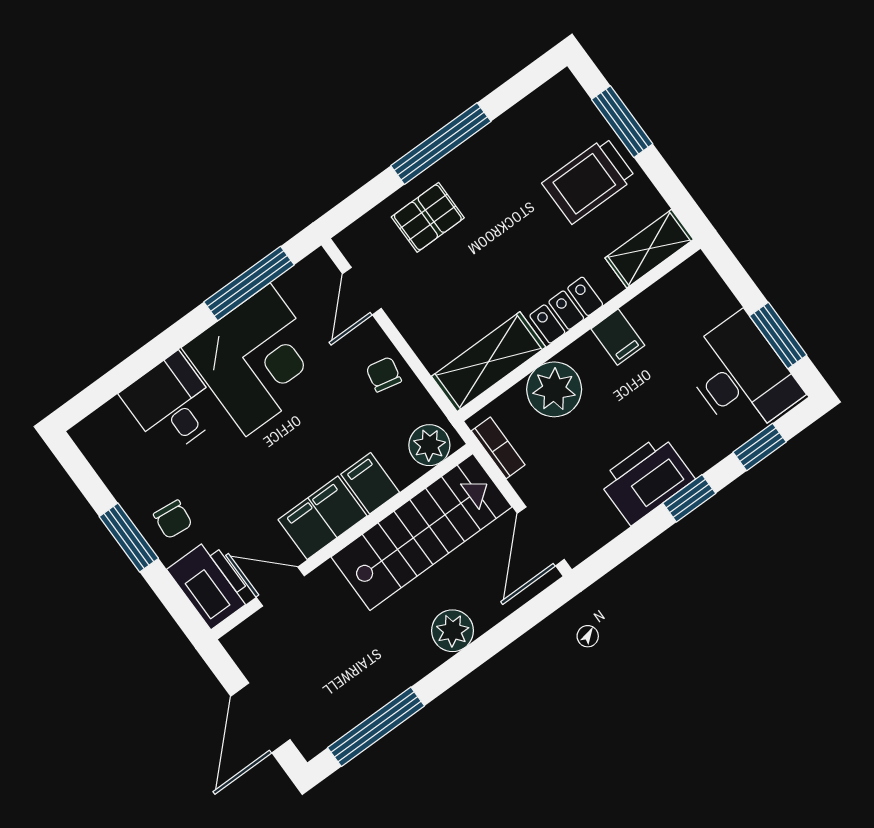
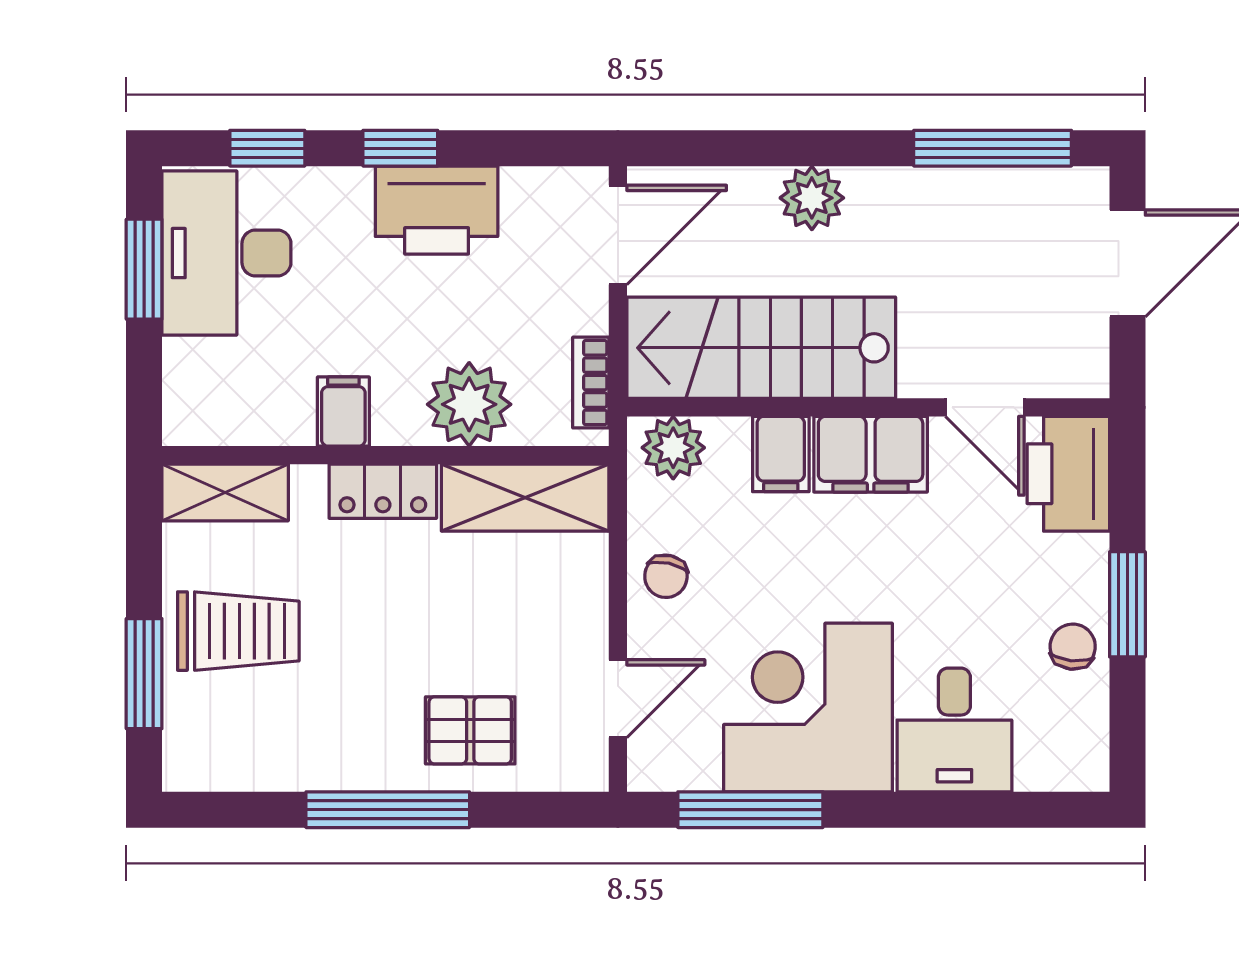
chair: (173, 519) -> (1073, 647), moved

